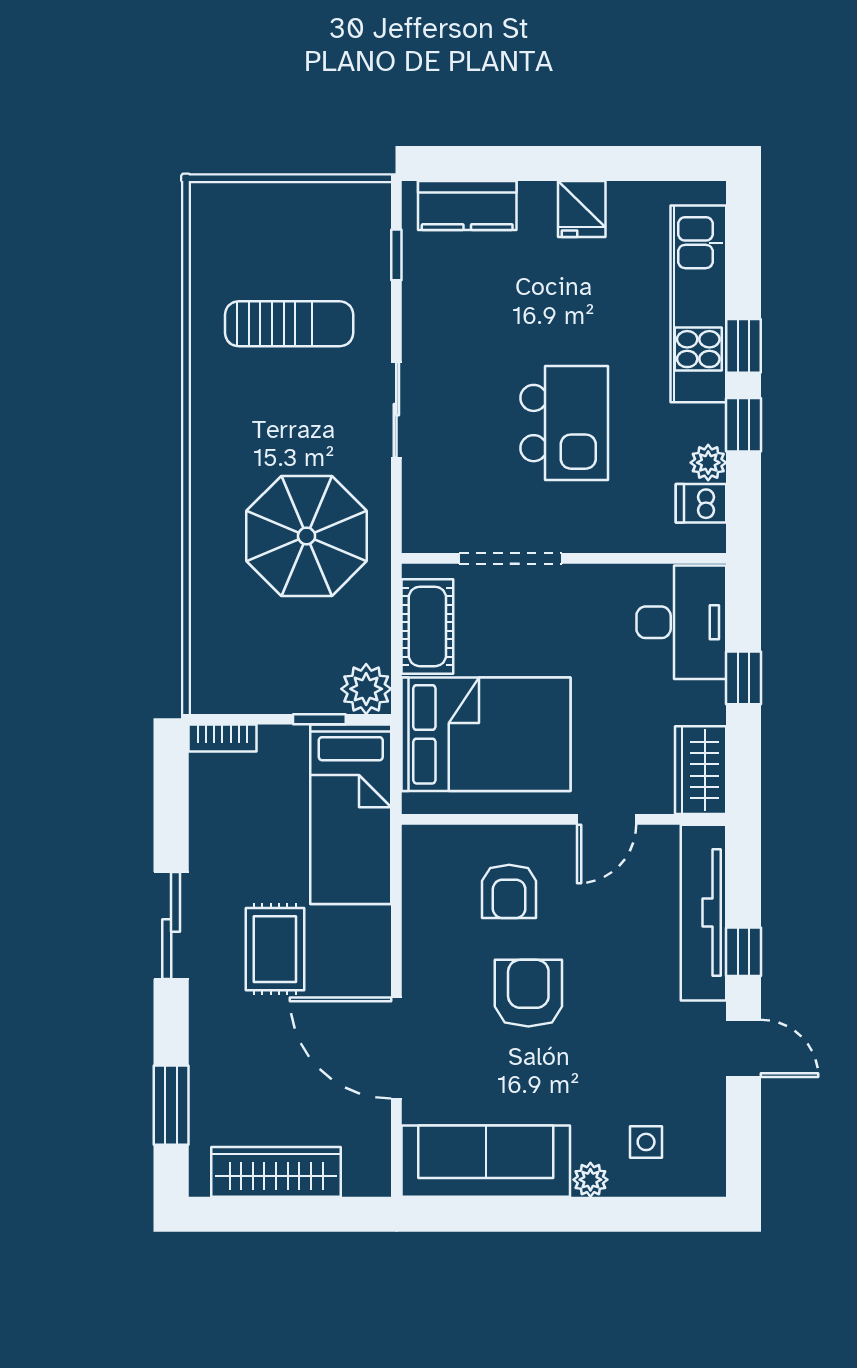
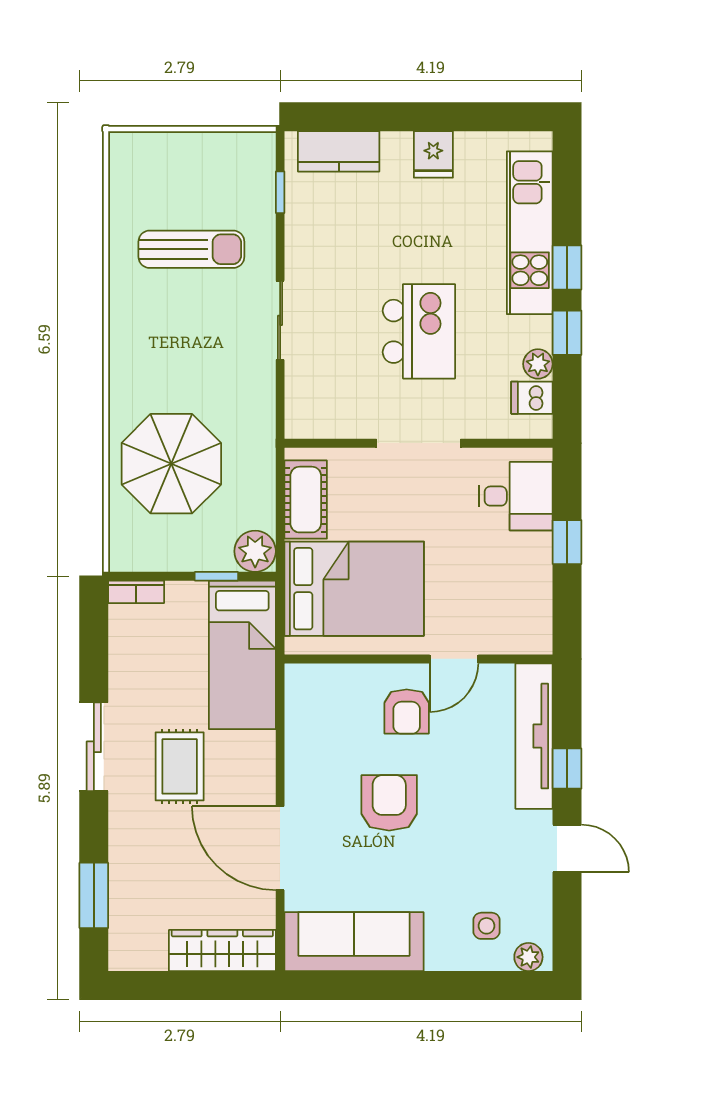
parasol: (307, 536) -> (171, 464), moved
doorway: (511, 558) -> (419, 443), moved
desk: (681, 622) -> (516, 496), width x0.73
wardrobe: (701, 770) -> (532, 618), removed
armchair: (509, 891) -> (407, 712), moved
wardrobe: (276, 1172) -> (222, 950), moved
plant: (590, 1180) -> (528, 957), moved

